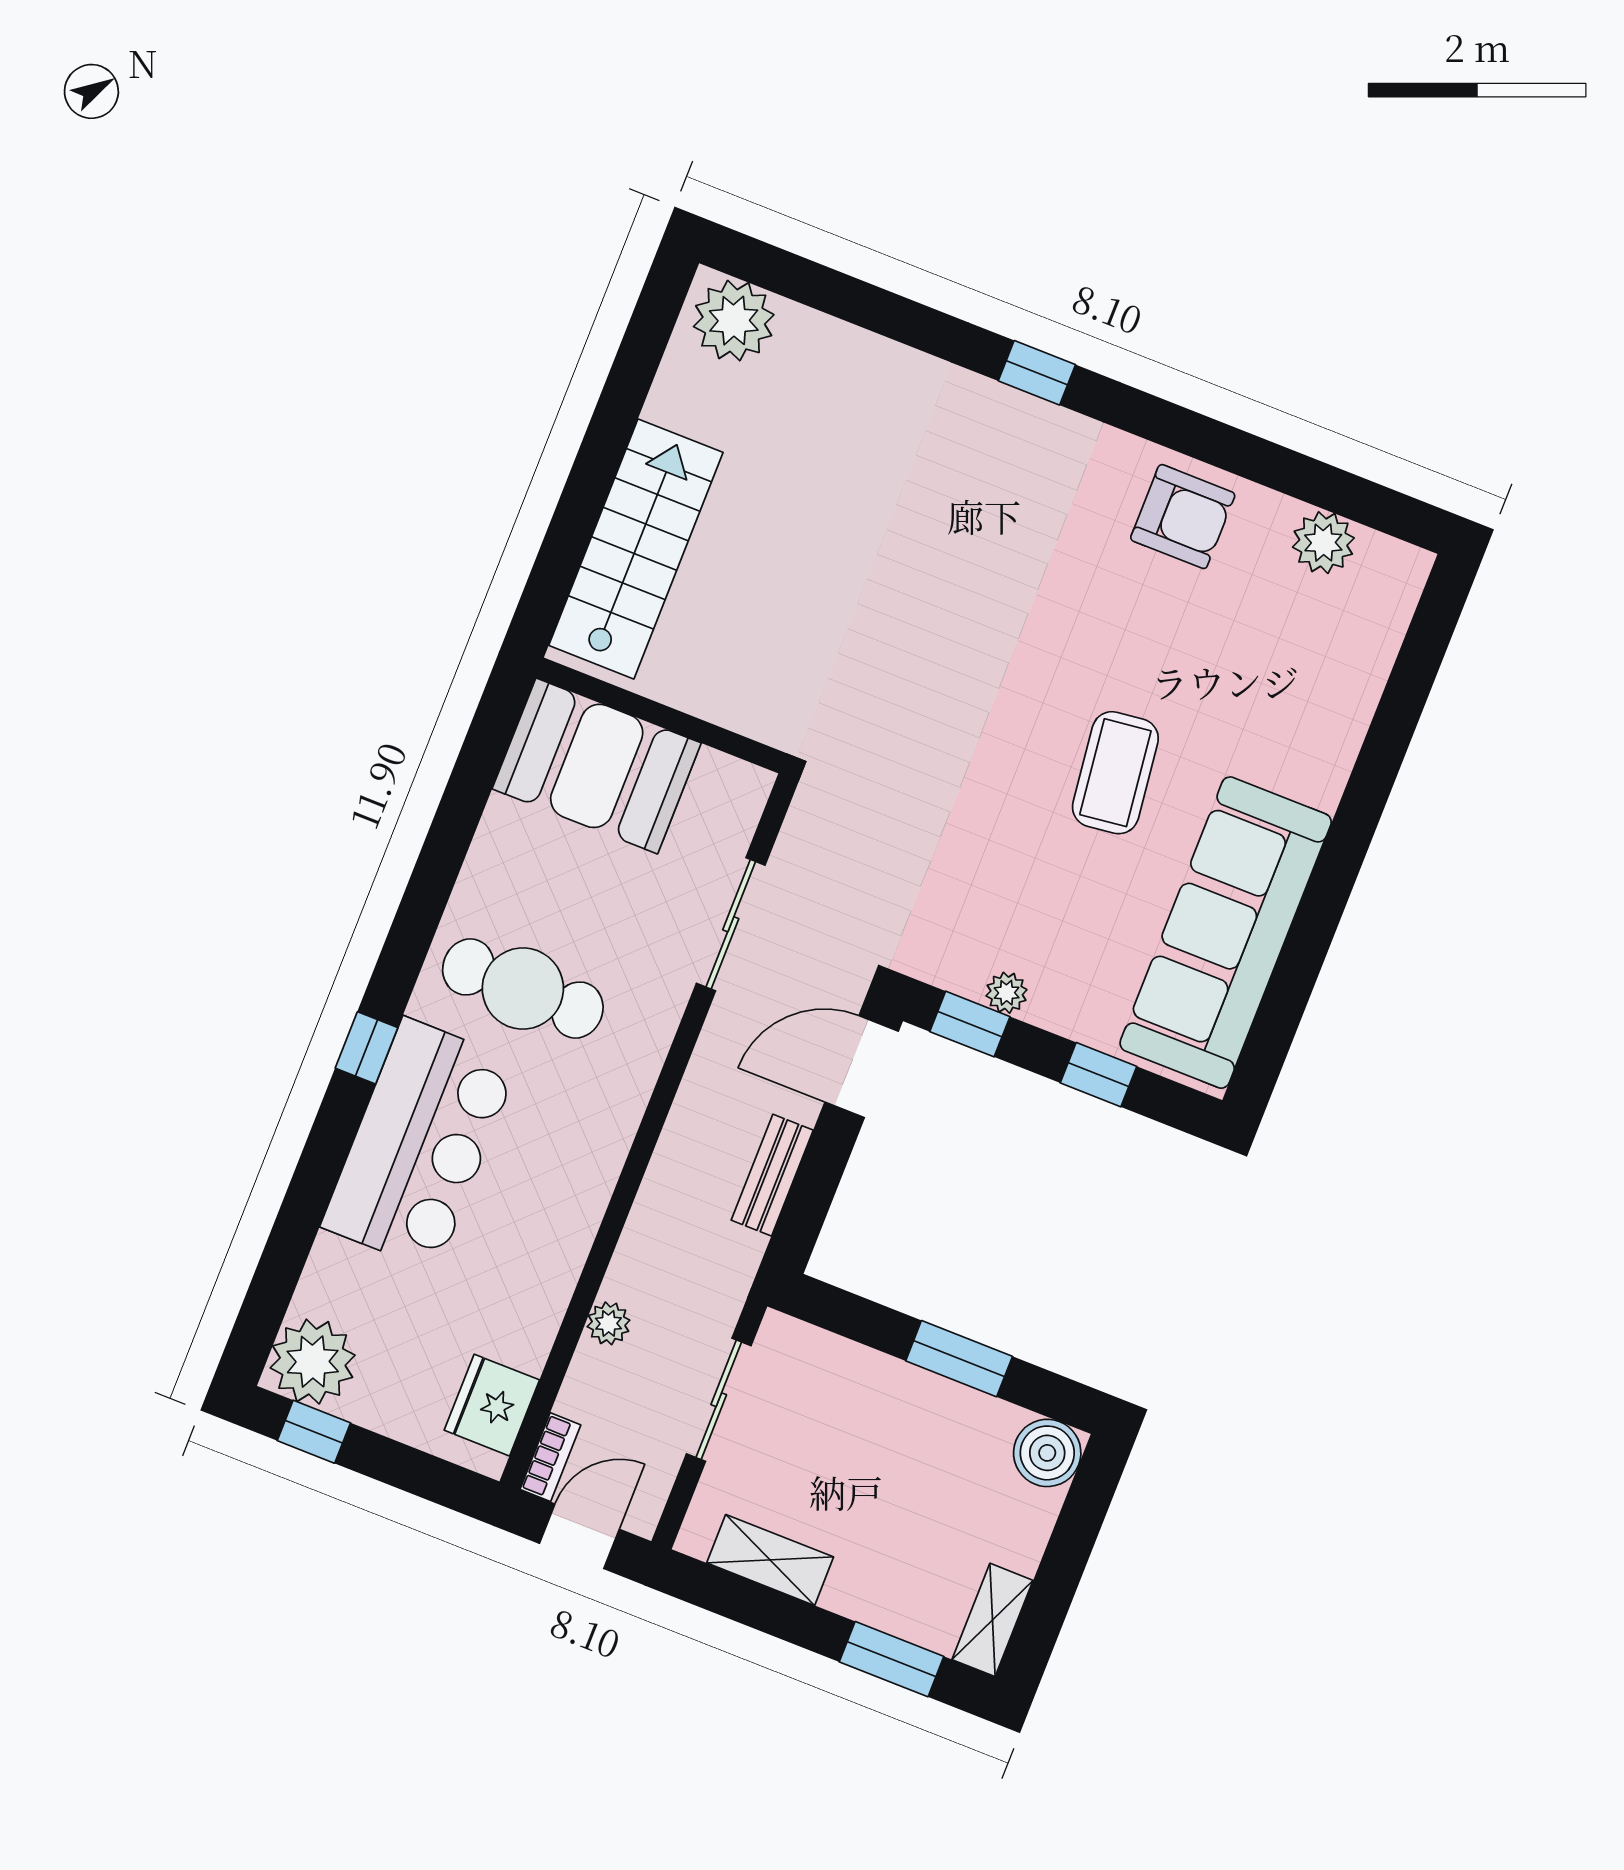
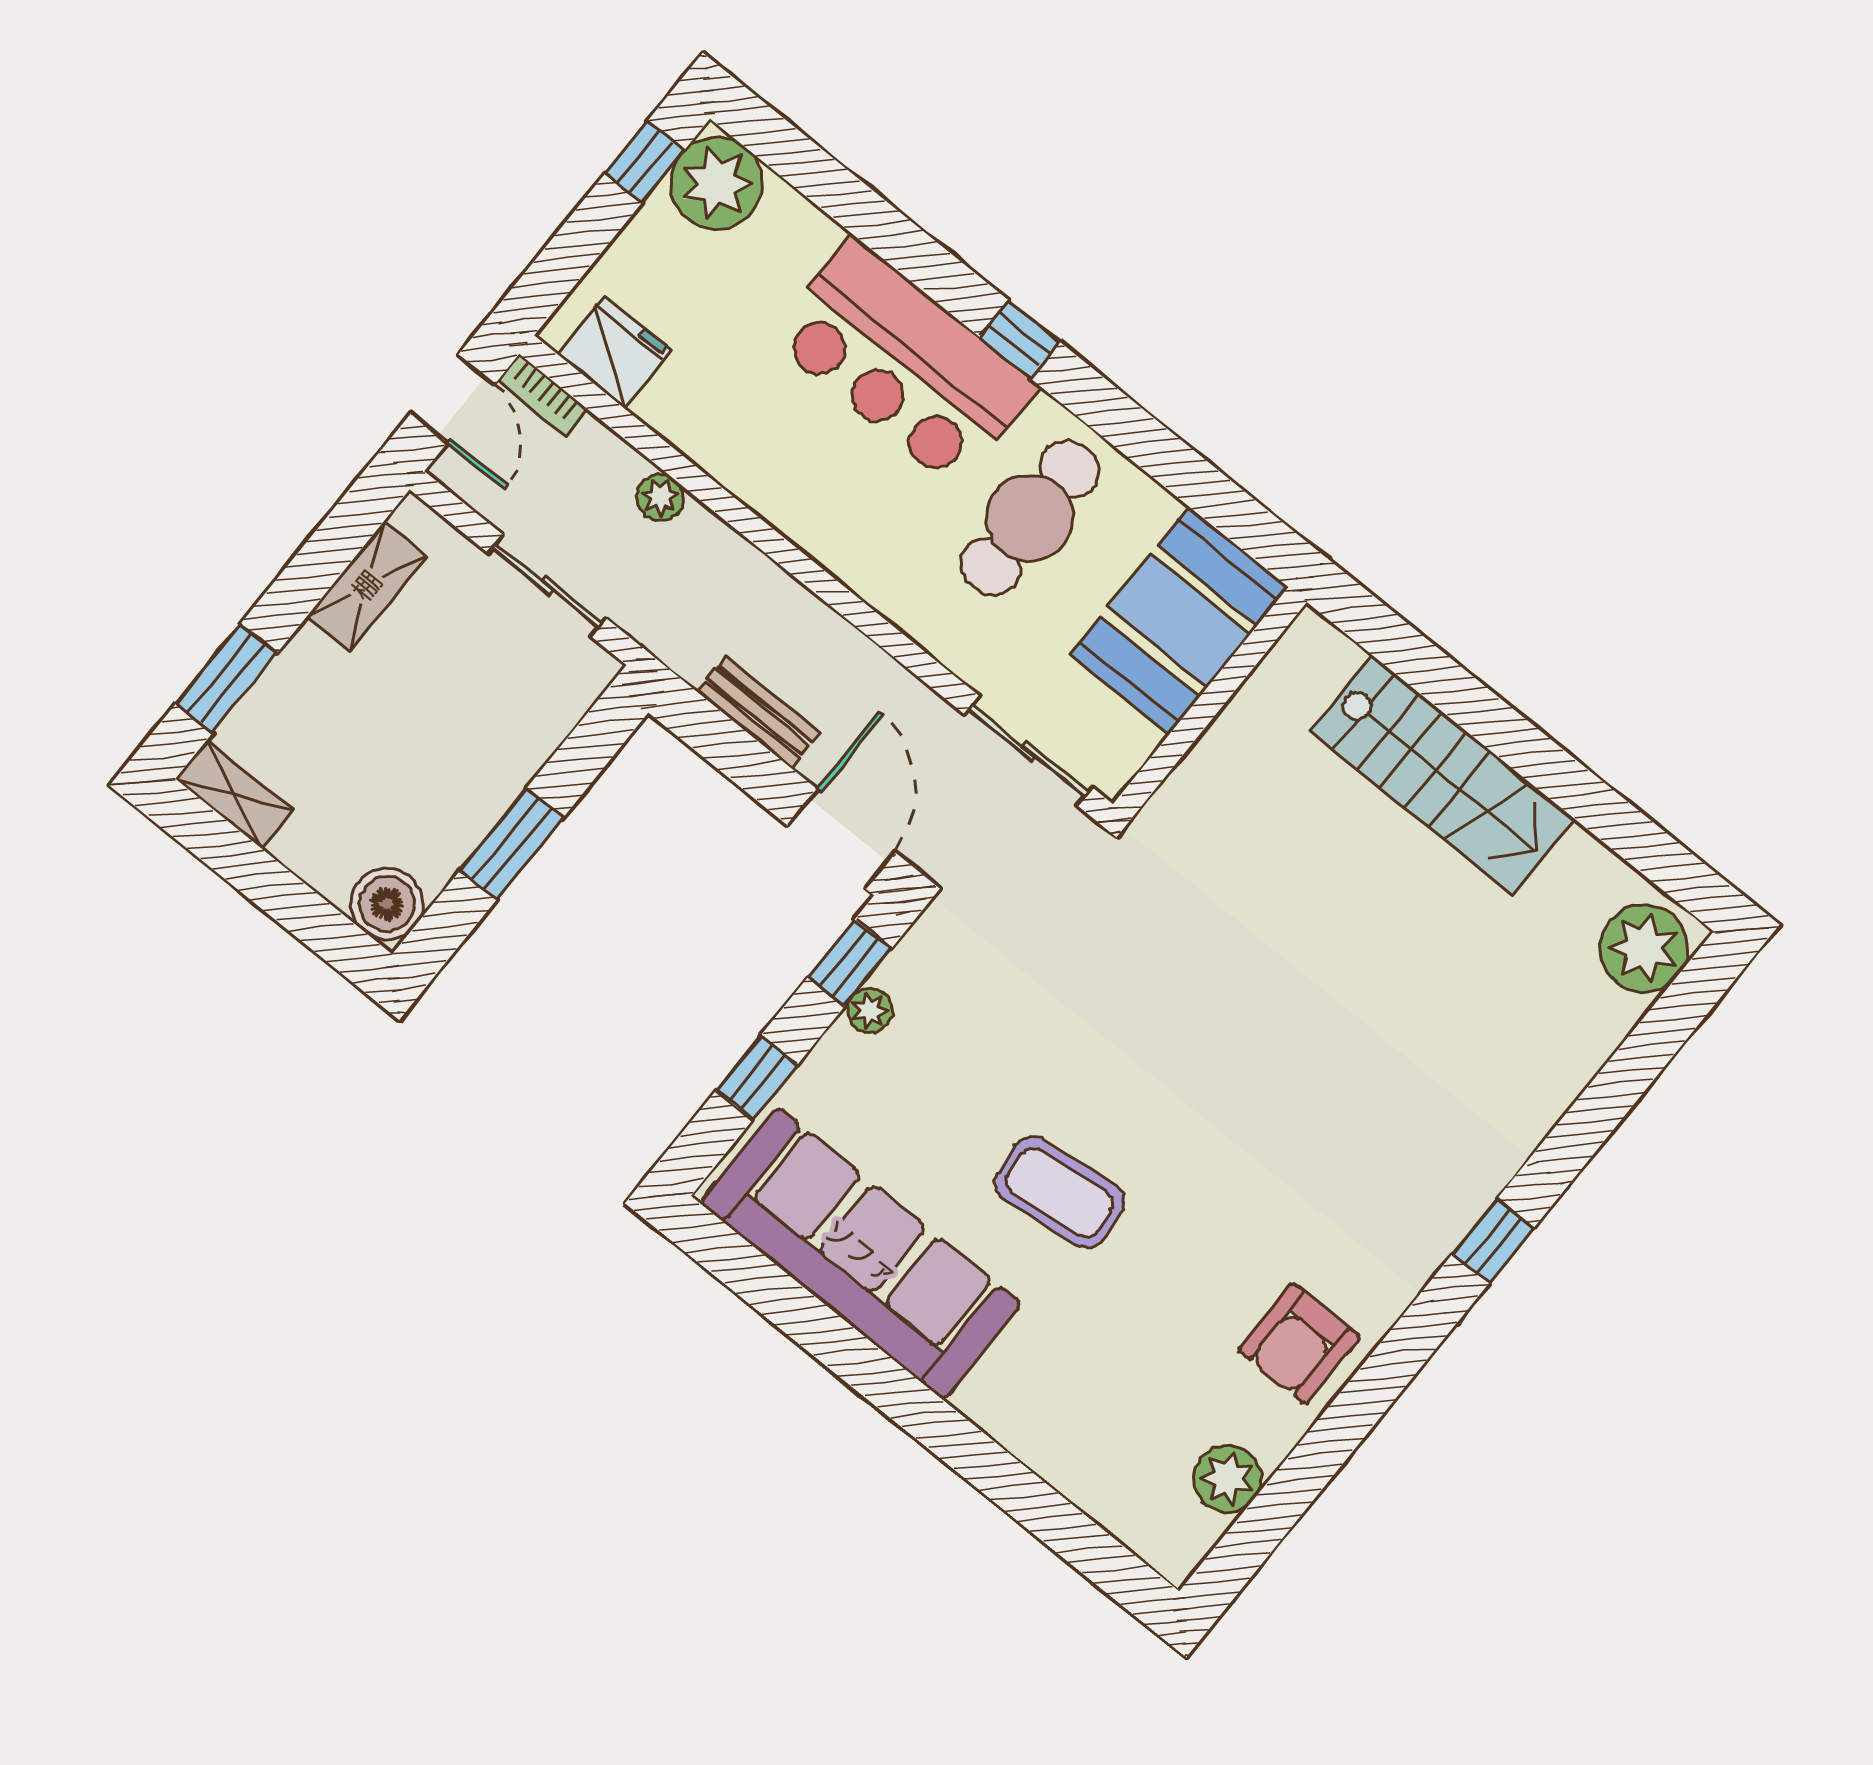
wall: (661, 715) -> (1210, 703), moved
booth: (597, 766) -> (1179, 621), moved

